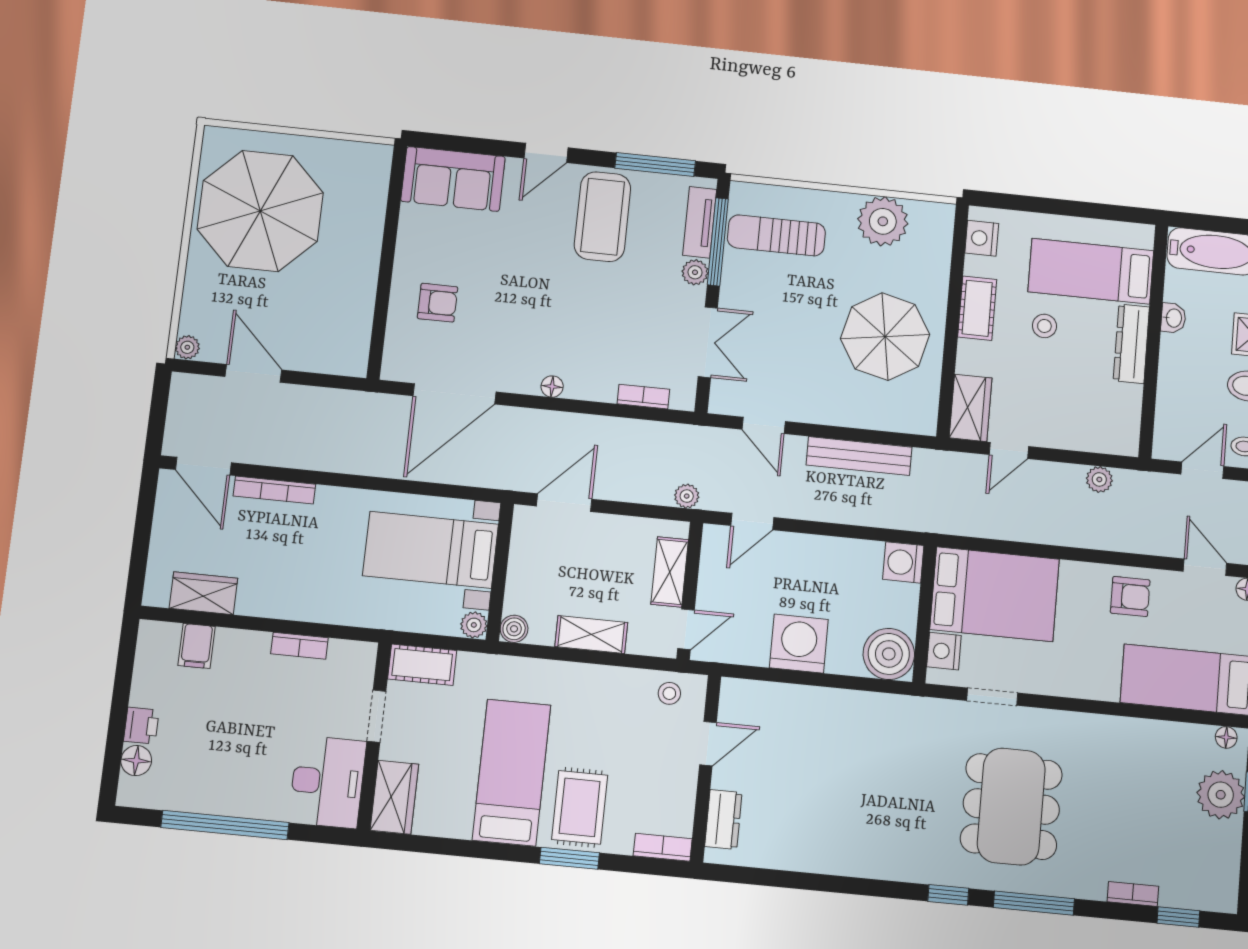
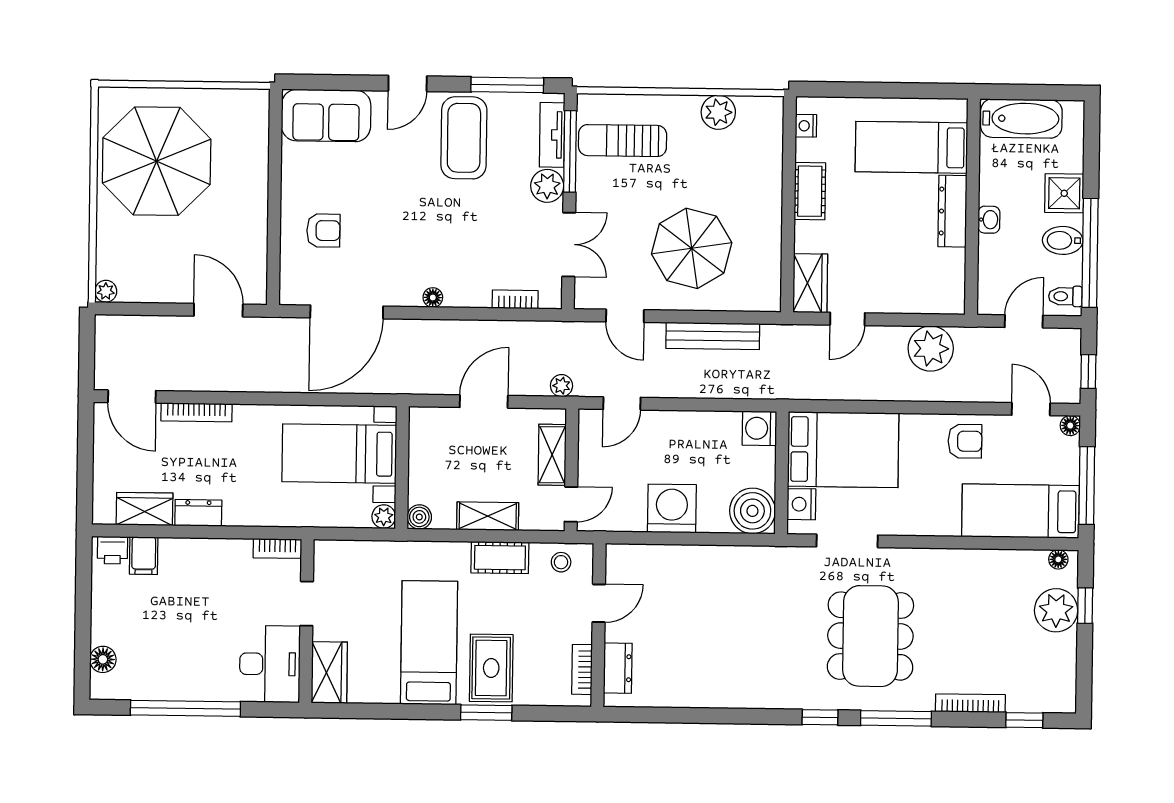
plant: (883, 221) -> (718, 112), width x0.73, depth x0.73
nightstand: (982, 238) -> (806, 126), width x0.72, depth x0.74
plant: (695, 272) -> (547, 186), width x1.38, depth x1.38
washbasin: (1173, 318) -> (989, 220), moved
stool: (1044, 326) -> (872, 202), removed
parasol: (885, 337) -> (692, 248), moved
door: (253, 373) -> (218, 310), moved
plant: (1099, 479) -> (931, 349), width x1.88, depth x1.88
door: (564, 503) -> (484, 401), moved
dresser: (264, 603) -> (198, 513), added
bookcase: (299, 646) -> (277, 548), moved
cot: (422, 665) -> (500, 558), moved
doorway: (992, 697) -> (847, 541), width x1.38
printer: (141, 726) -> (112, 550), moved, turned 90
bookcase: (663, 847) -> (582, 669), moved, turned -90
bookcase: (1133, 894) -> (970, 703), width x1.56

